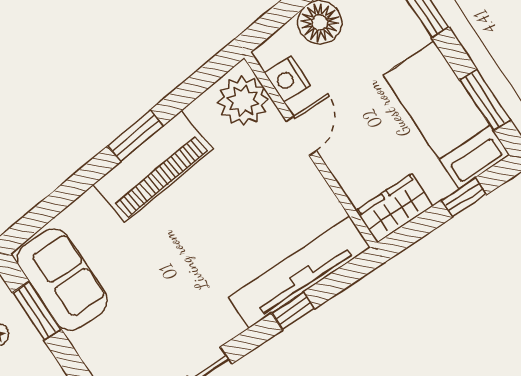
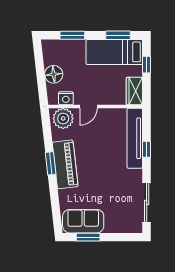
door: (301, 136) -> (88, 107), swing flipped

